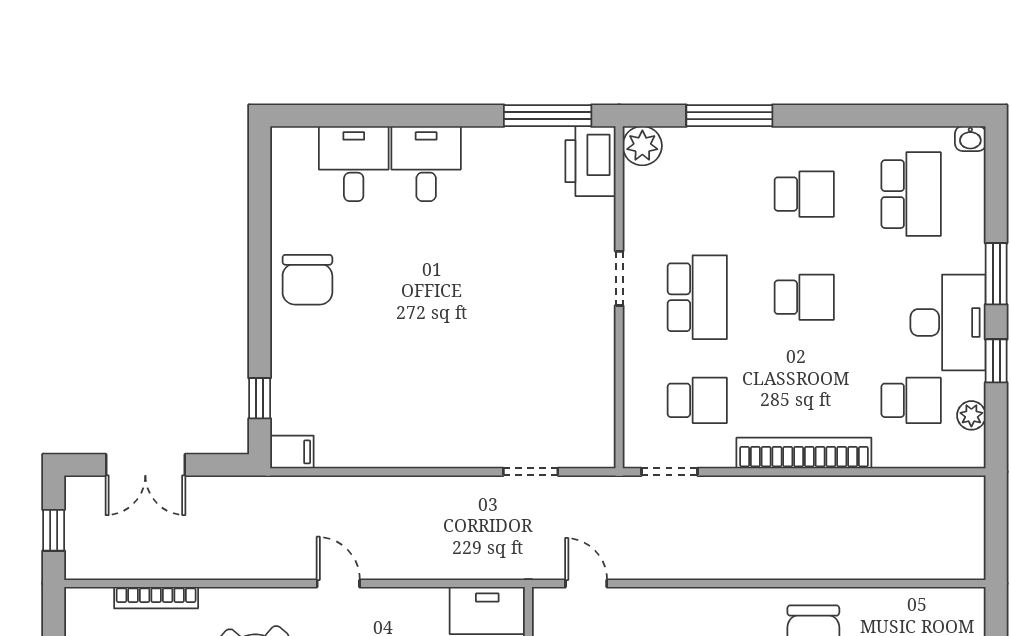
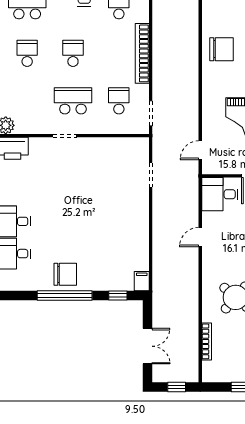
window: (260, 279) -> (65, 295), added
door: (338, 583) -> (200, 237), moved

